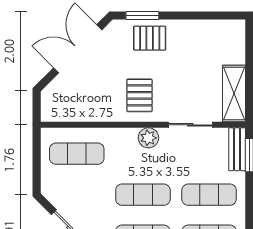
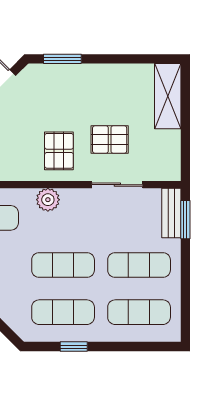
pallet: (150, 38) -> (110, 139), moved
shelving: (234, 93) -> (168, 96), moved
plant: (148, 138) -> (48, 200), moved

